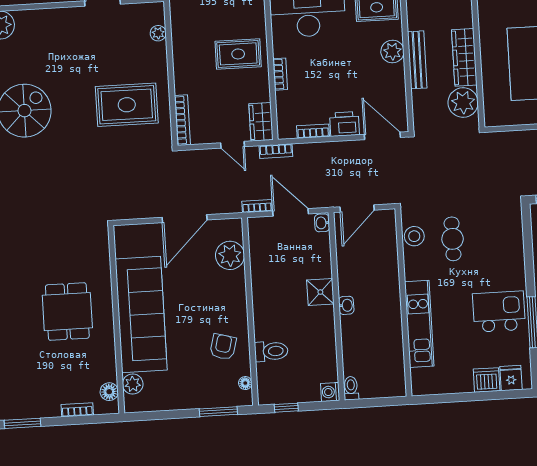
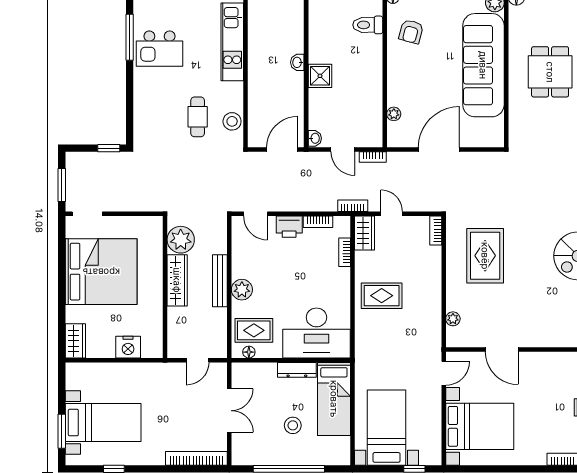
bookcase: (280, 74) -> (345, 252), moved
rug: (127, 105) -> (485, 256), turned 90
bookcase: (182, 120) -> (436, 231), width x0.64
door: (382, 136) -> (256, 214), width x0.73
door: (291, 212) -> (343, 150), width x0.73
plant: (230, 255) -> (394, 114), width x0.53, depth x0.53

